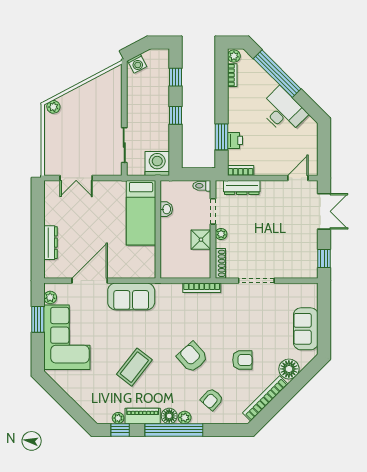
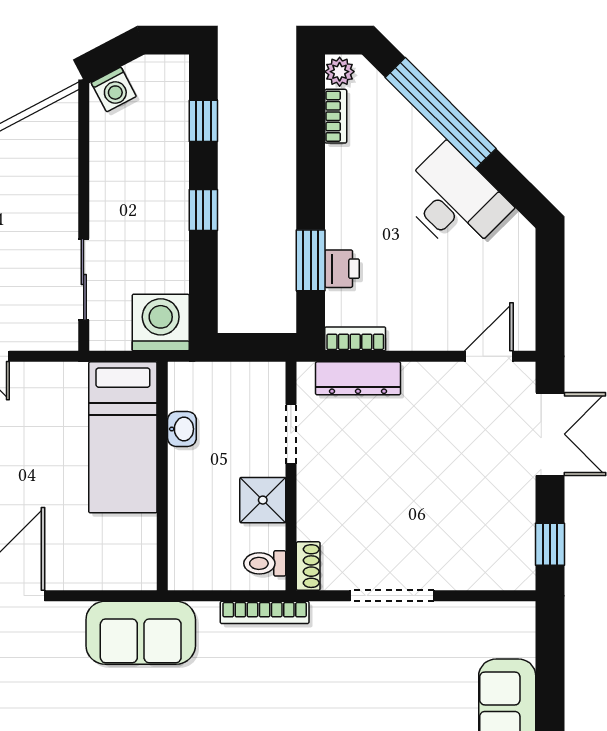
toilet: (202, 186) -> (265, 563), moved
plant: (221, 234) -> (310, 487), removed
shoe rack: (220, 263) -> (308, 566), width x0.70
sofa: (131, 296) -> (141, 633), moved

